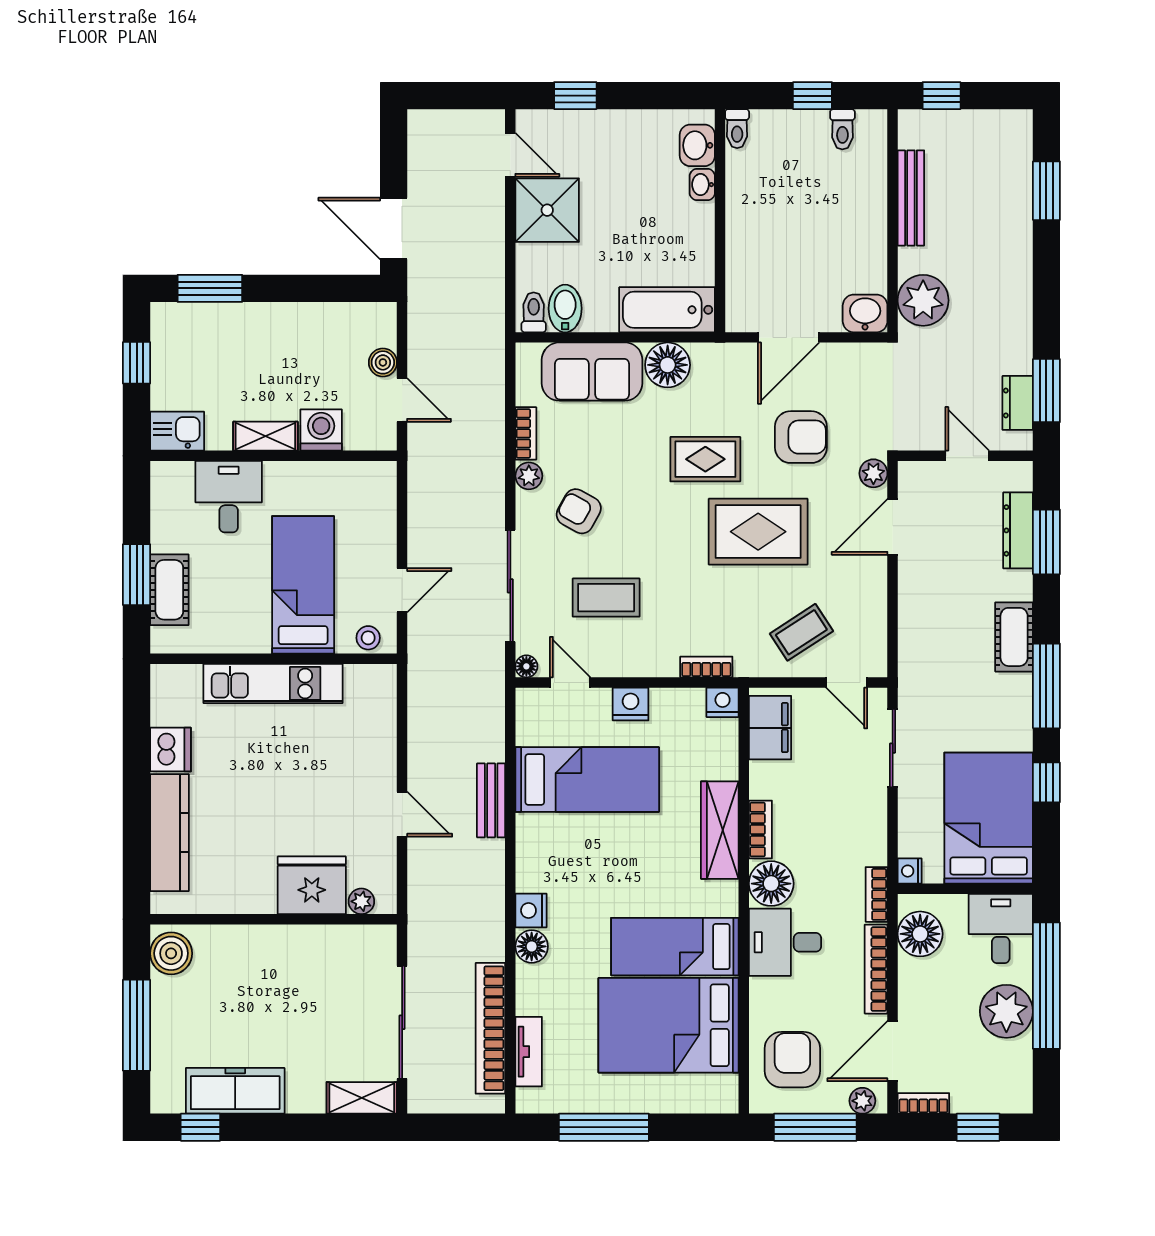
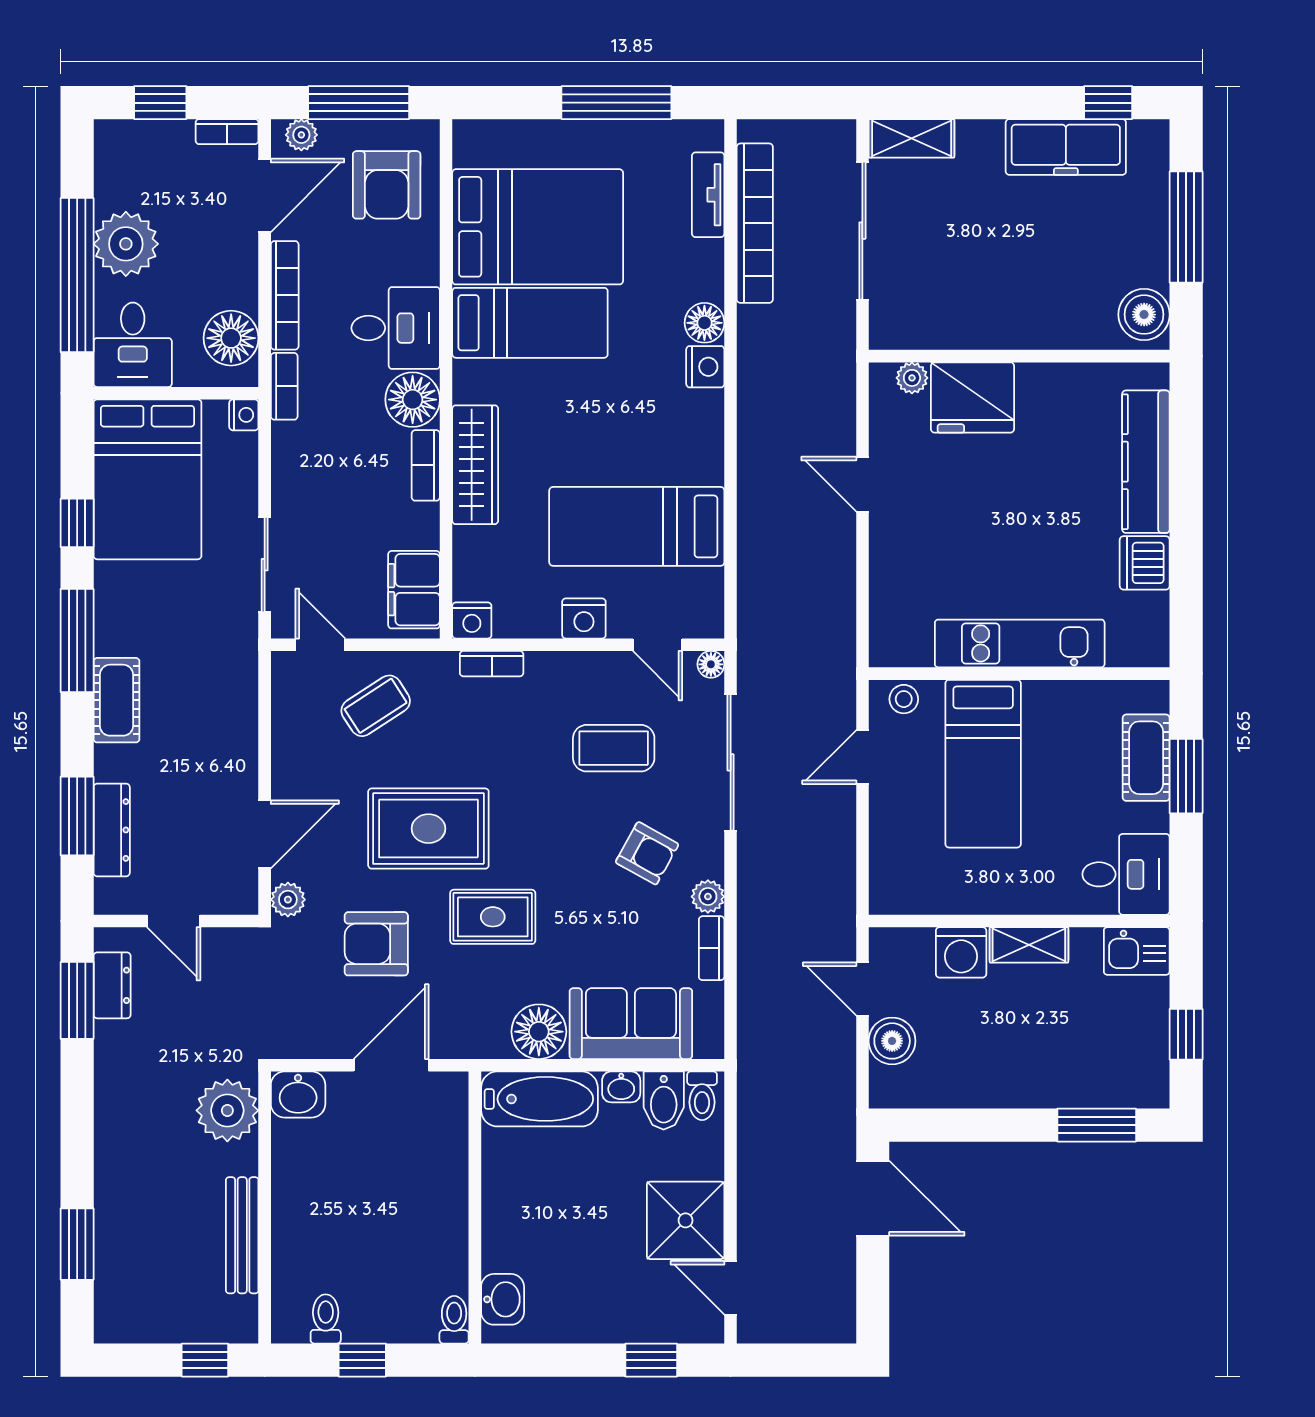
washbasin: (702, 185) -> (621, 1087), moved, turned 90
boiler: (383, 362) -> (892, 1041), width x1.36, depth x1.36
desk: (229, 497) -> (1126, 874), moved, turned -90
bench: (491, 800) -> (754, 501), removed

